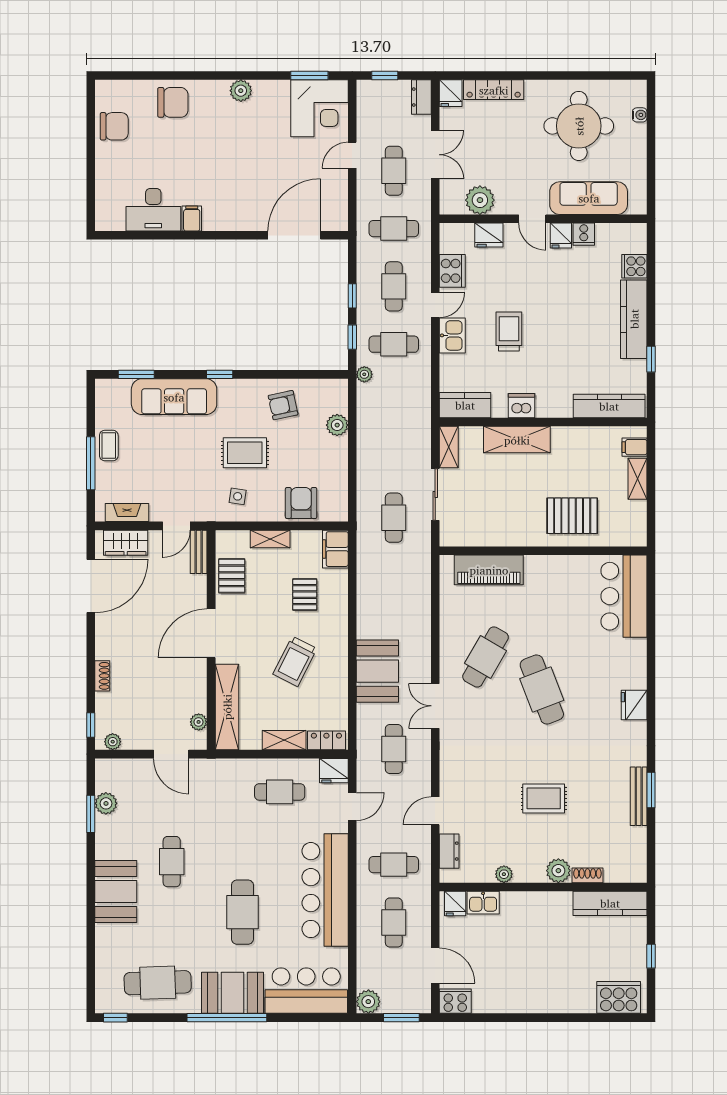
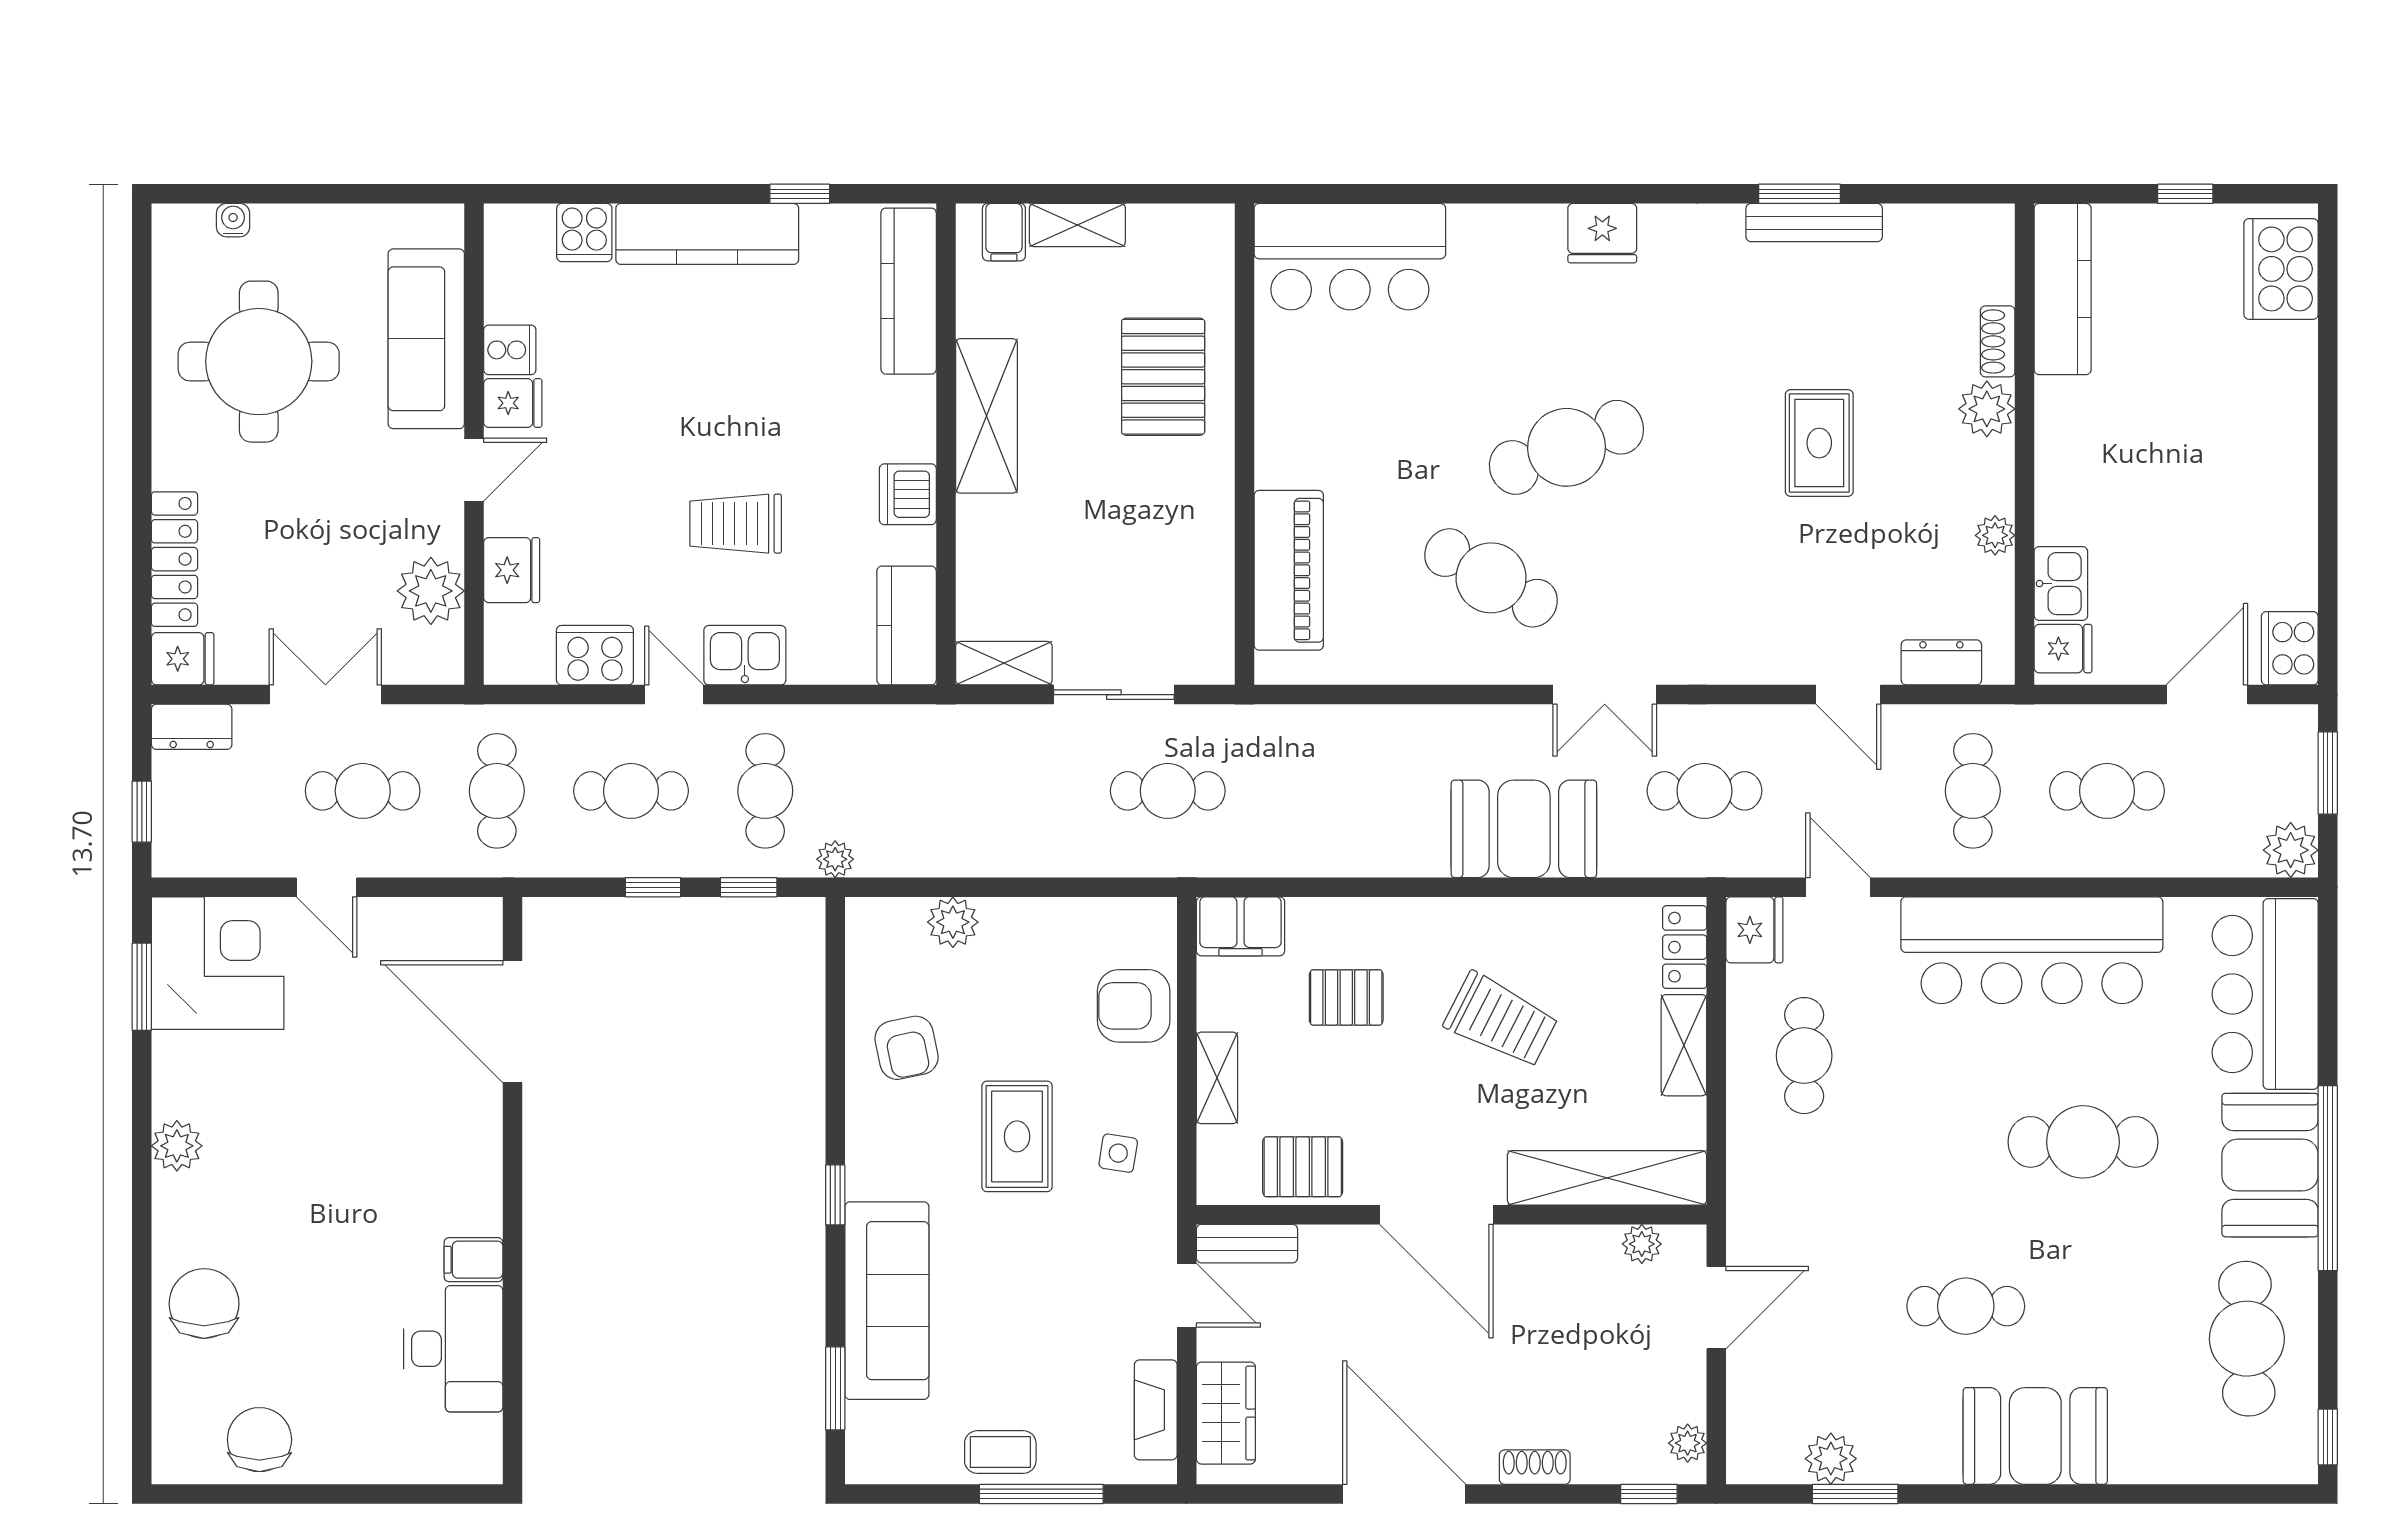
shelving: (517, 440) -> (986, 416), moved
door: (91, 586) -> (1404, 1494), moved

